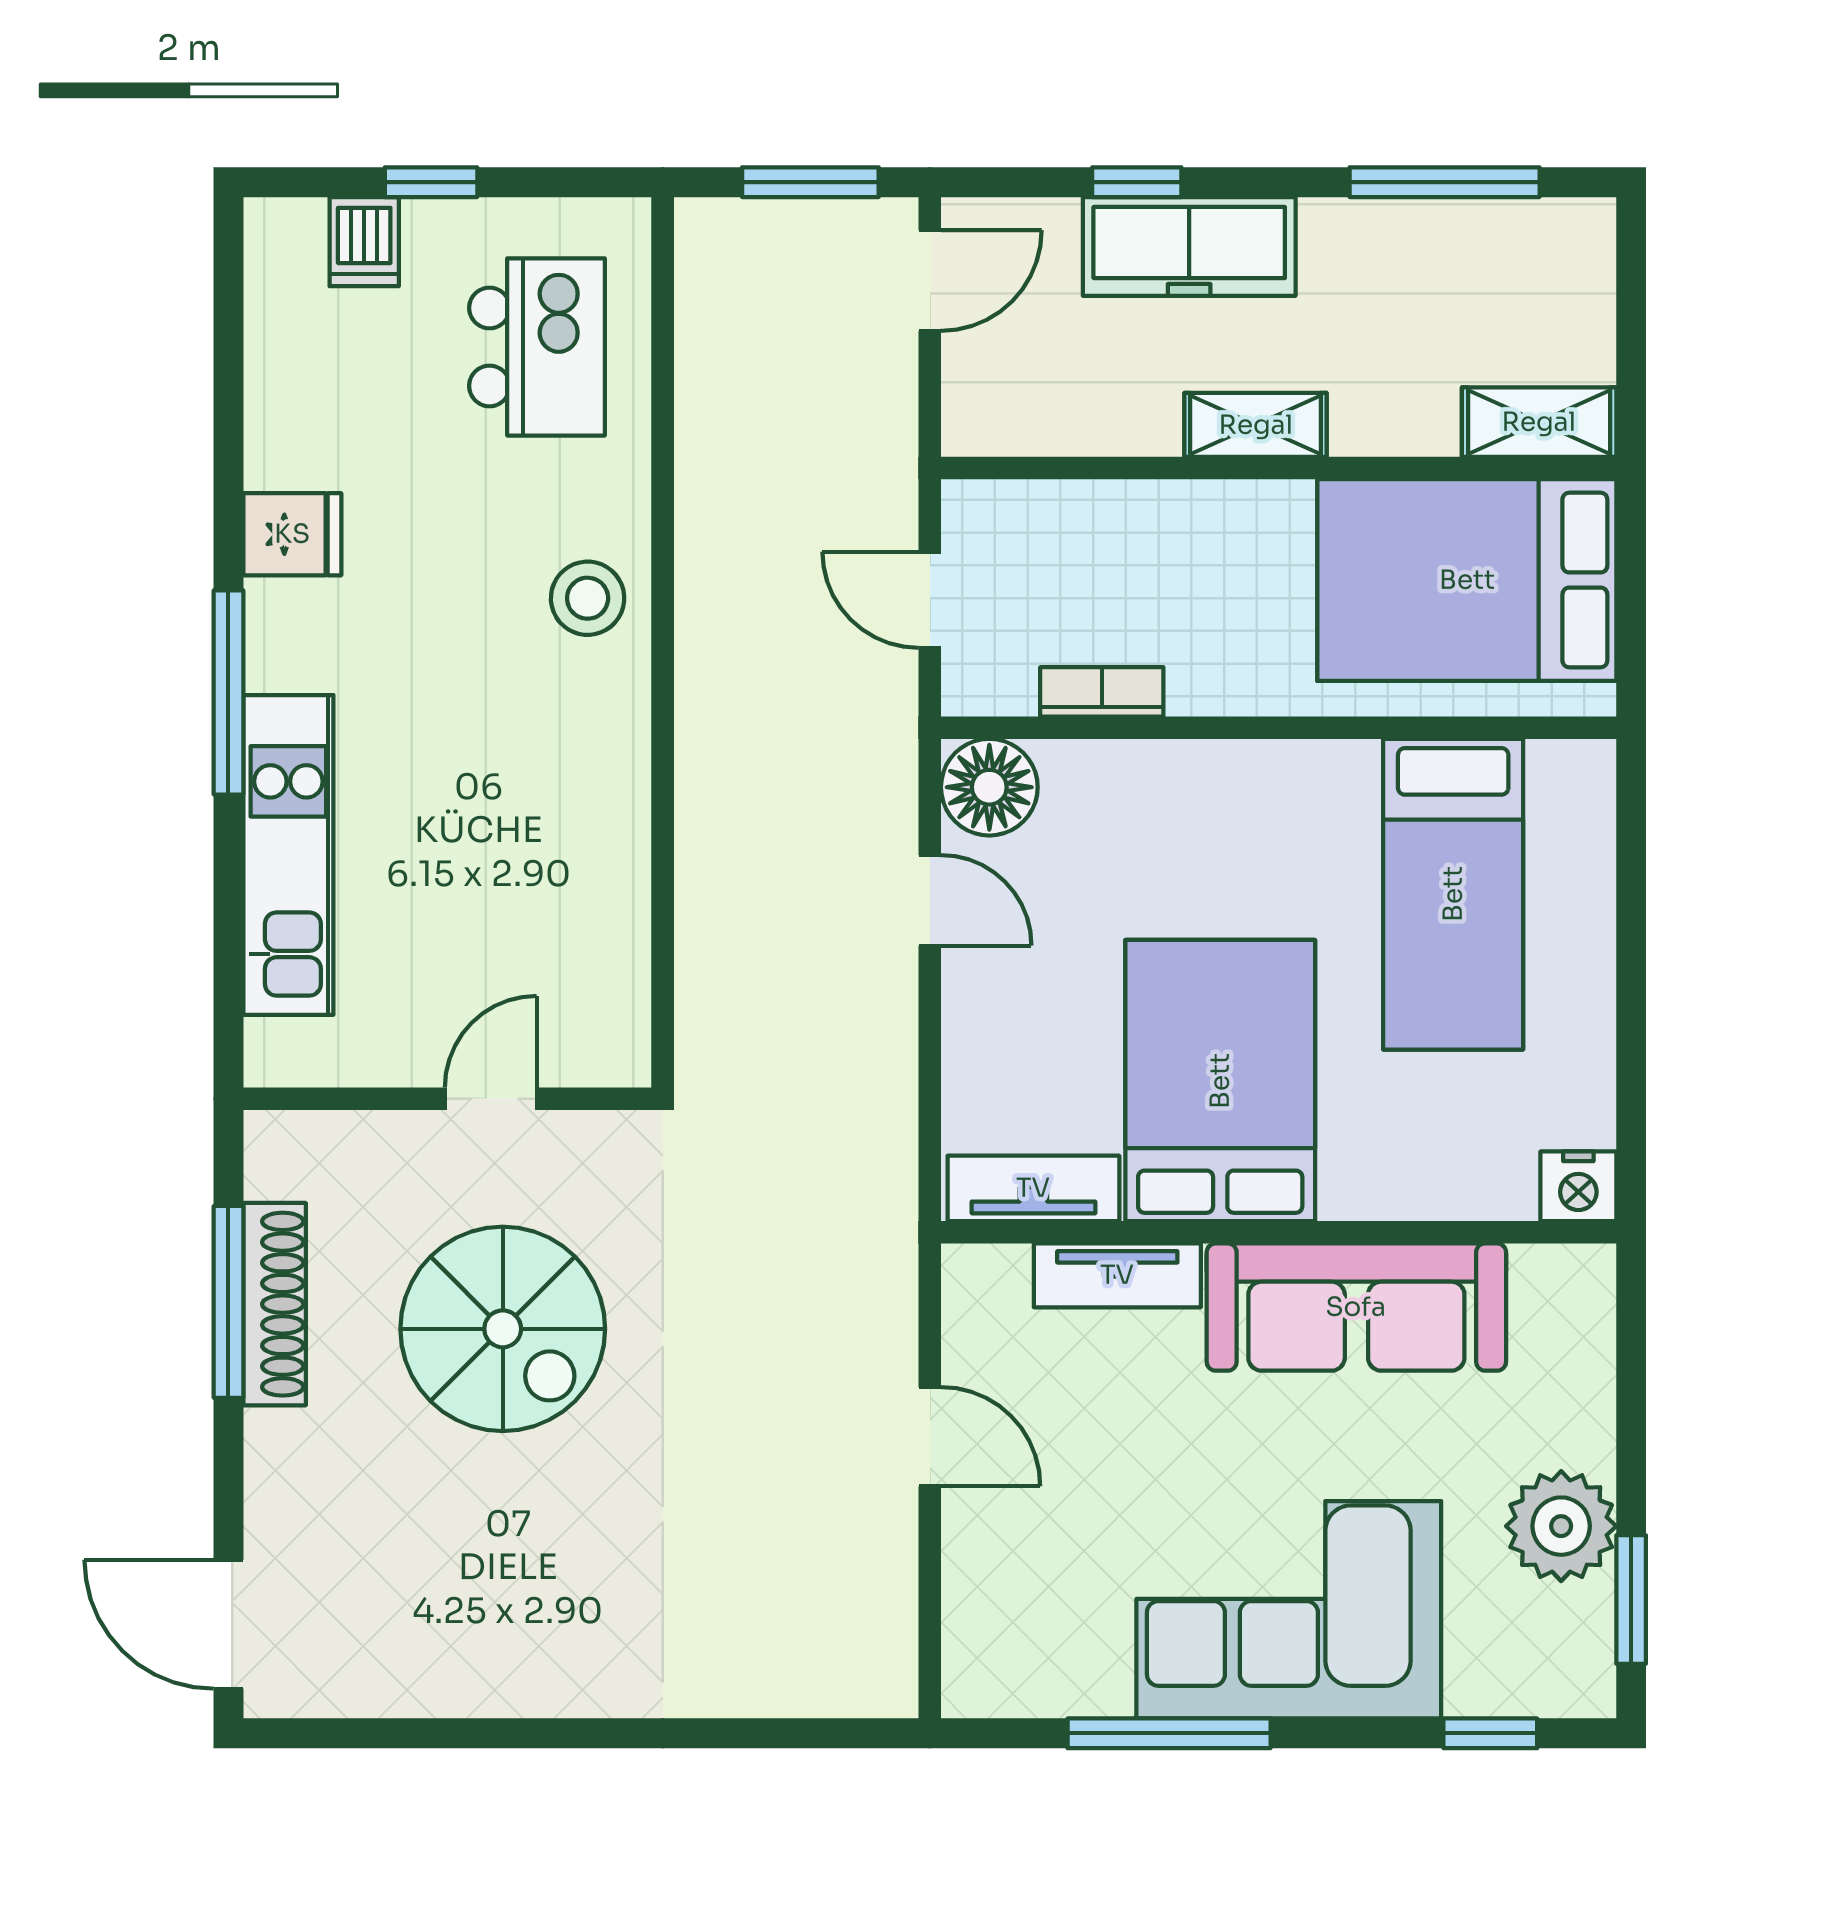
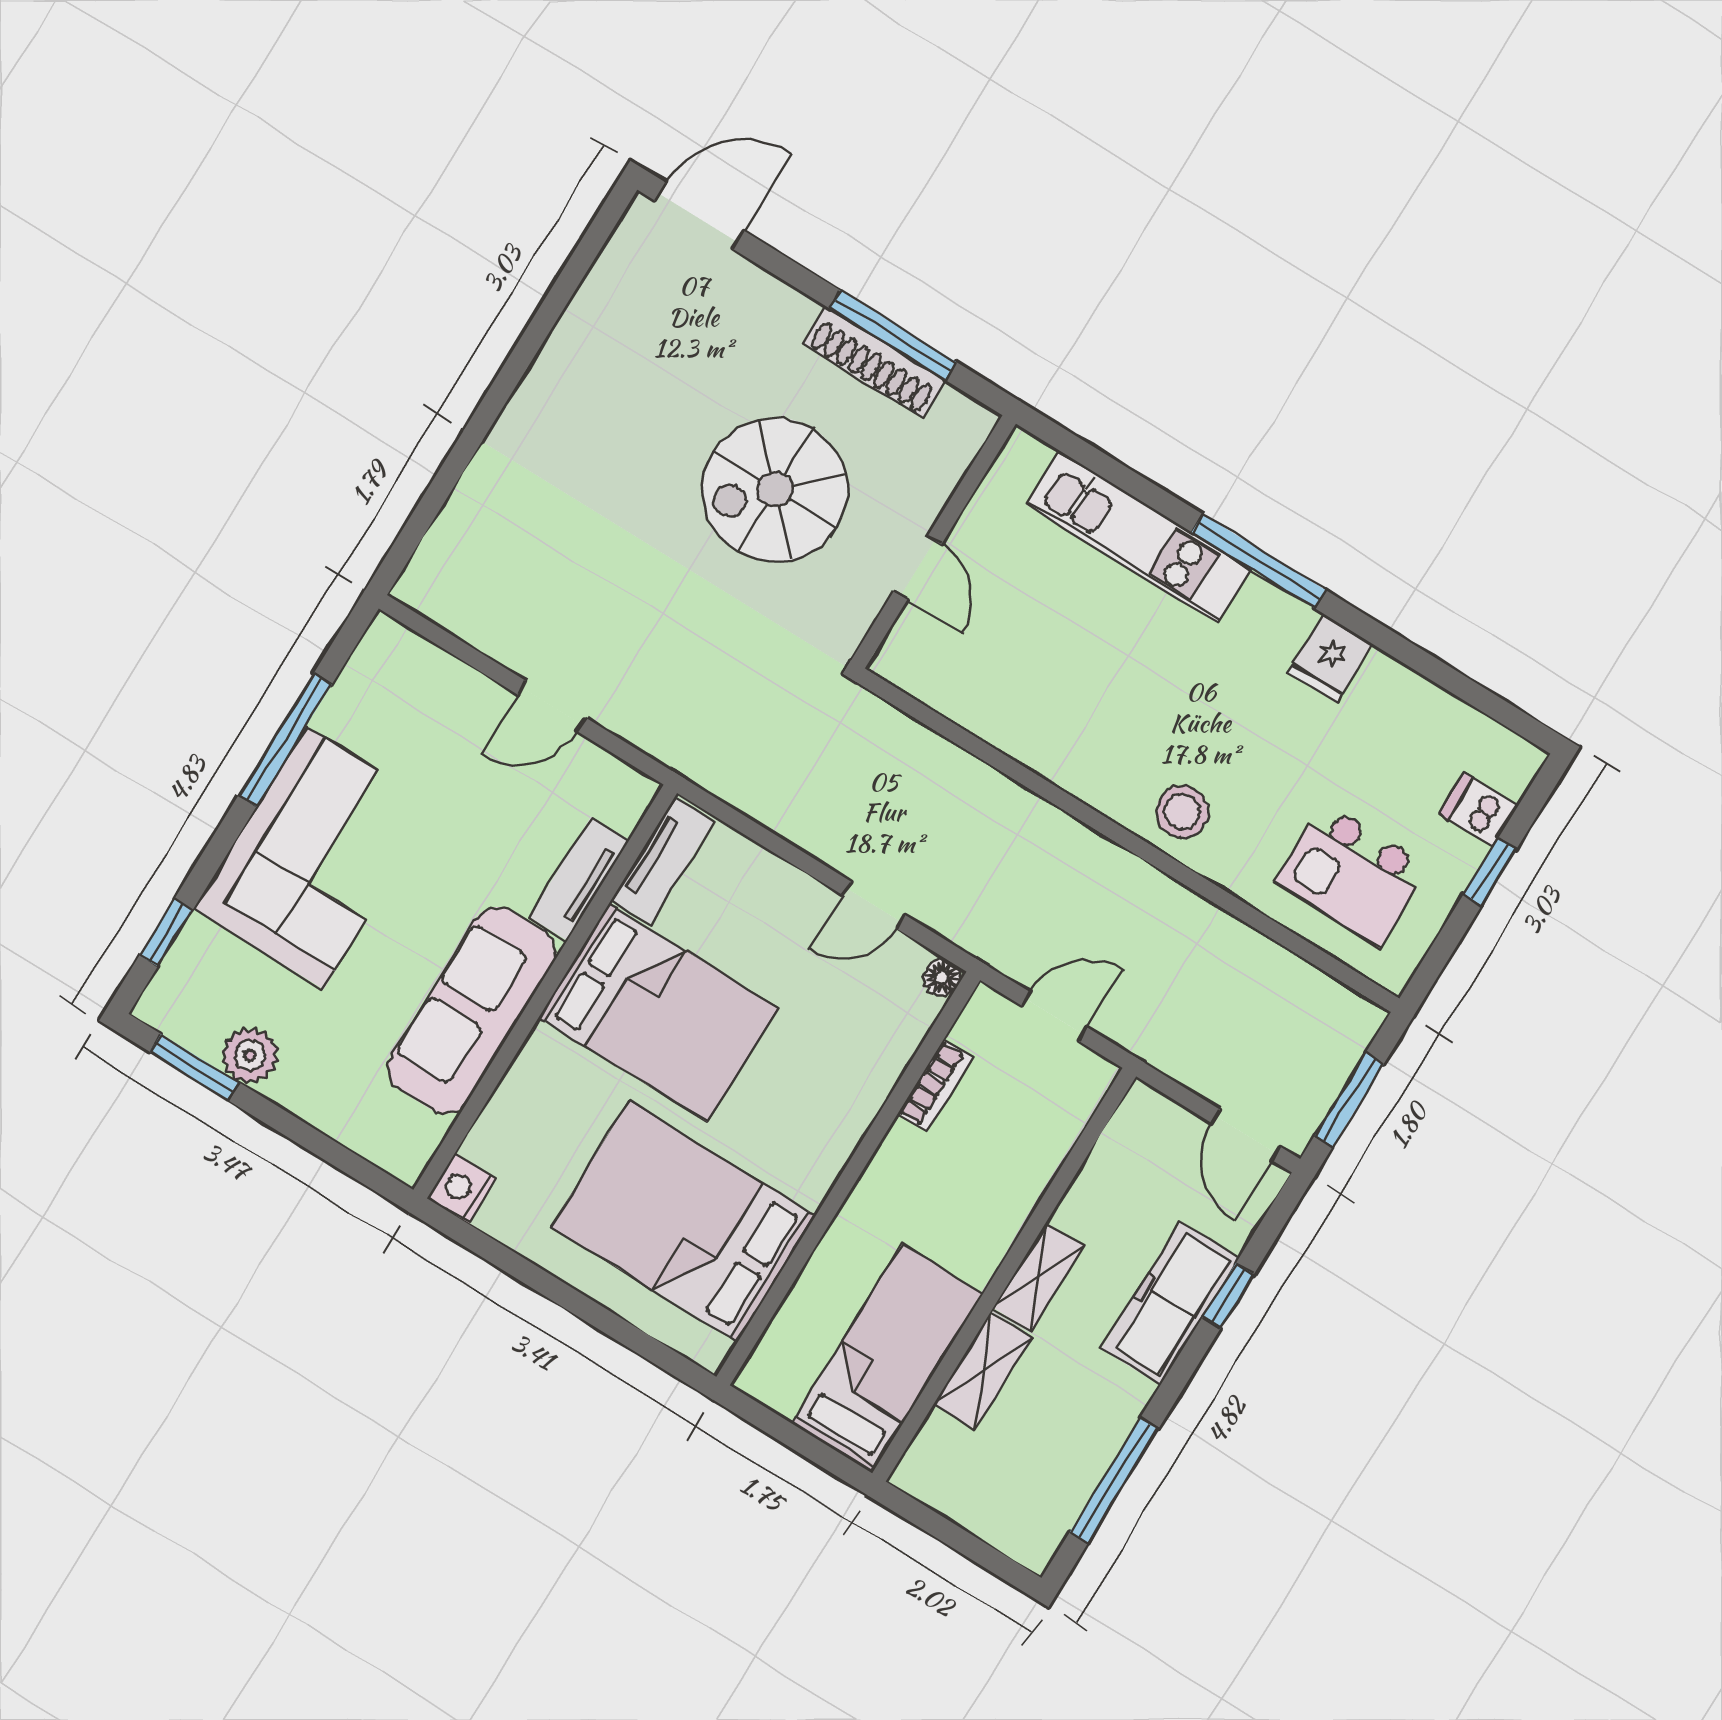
shelving: (1539, 422) -> (983, 1370), moved
bed: (1467, 580) -> (887, 1359), width x0.67
floor lamp: (989, 787) -> (942, 978), width x0.53, depth x0.53
bed: (1453, 894) -> (684, 1222), width x1.50
plant: (1561, 1526) -> (250, 1055), width x0.73, depth x0.73

